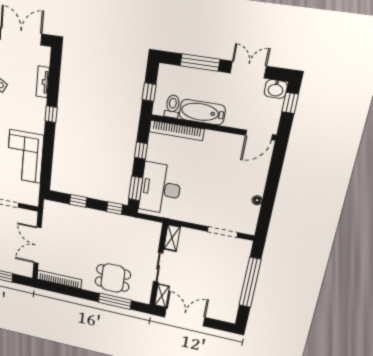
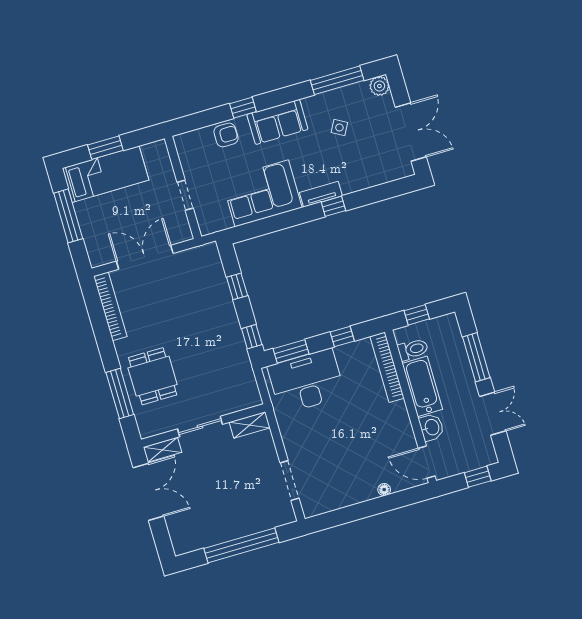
tv unit: (43, 82) -> (321, 194), moved
washbasin: (276, 89) -> (431, 427), moved, turned 180
floor lamp: (257, 200) -> (384, 490), moved

